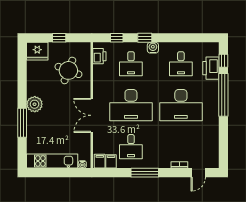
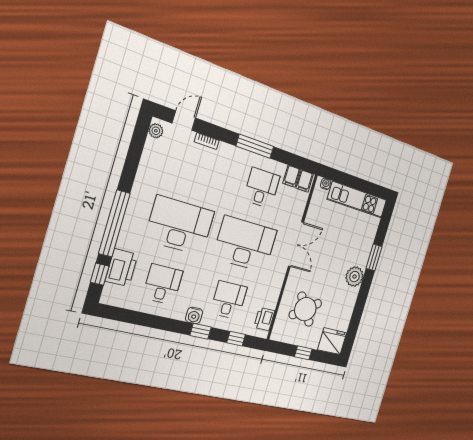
round table: (68, 70) -> (305, 309), turned 34
window: (22, 123) -> (374, 257), width x0.69
plant: (214, 160) -> (156, 131), added

